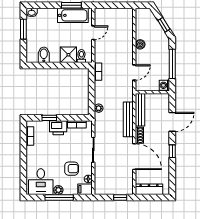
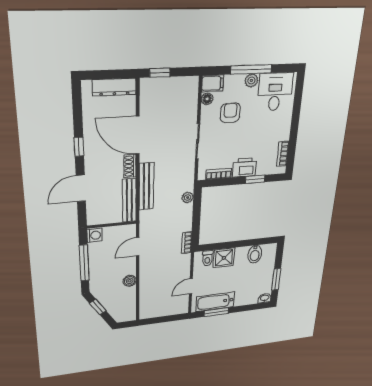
armchair: (72, 169) -> (230, 113), turned 90

